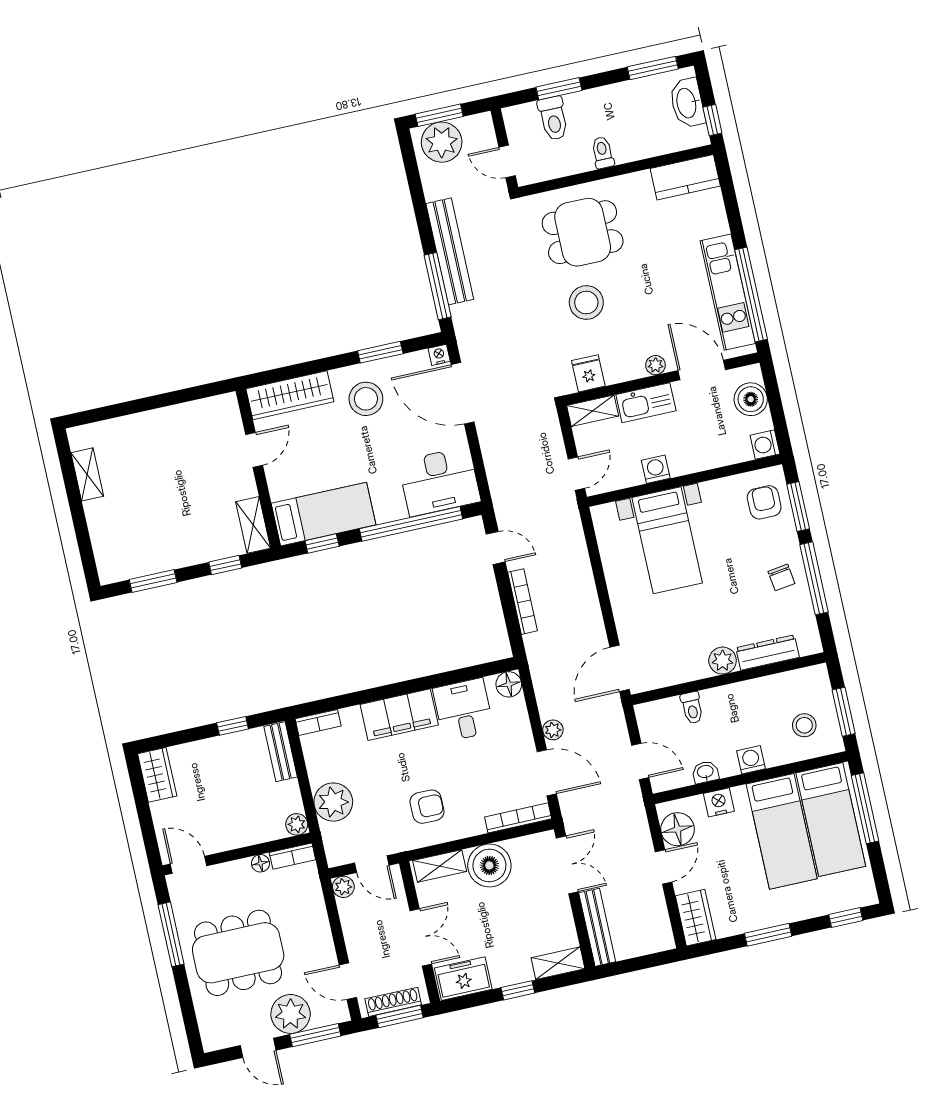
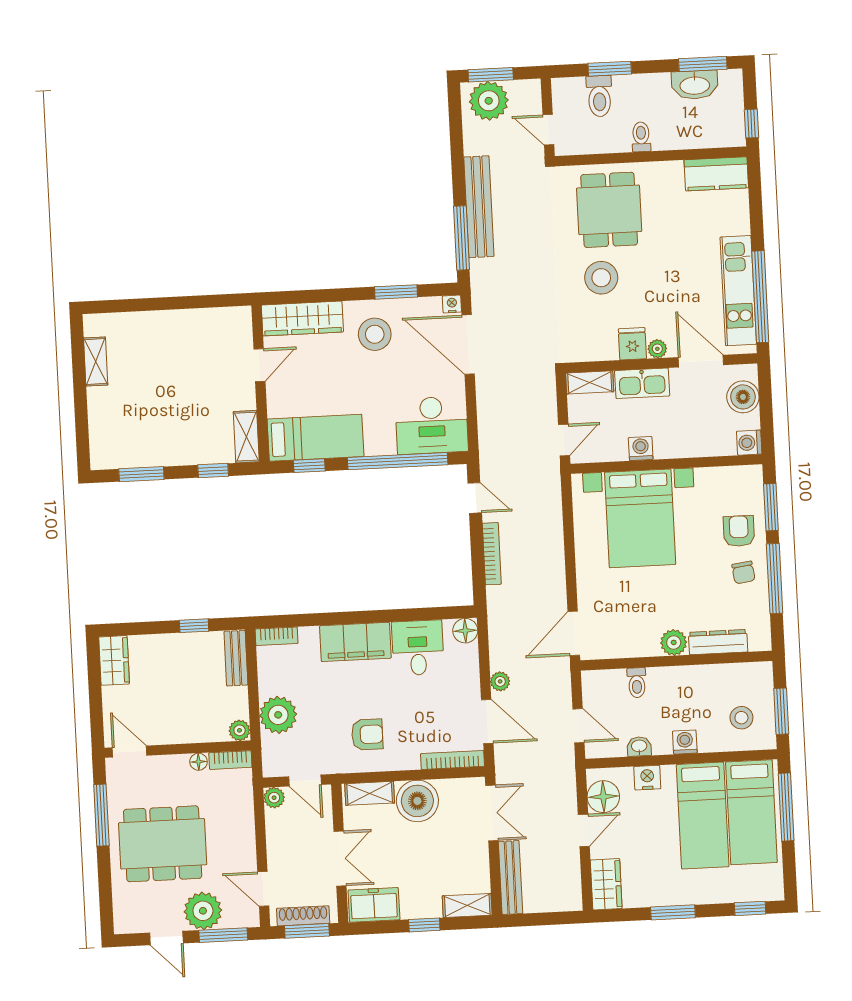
washbasin: (687, 103) -> (695, 85), moved, turned -90
dining table: (583, 232) -> (609, 210), turned 90
fridge: (588, 373) -> (632, 344), moved
armchair: (764, 502) -> (739, 531), moved
bed with nightstands: (667, 540) -> (640, 518), width x1.36

